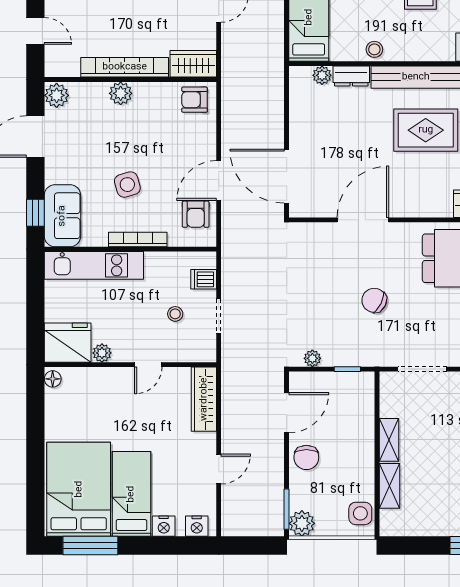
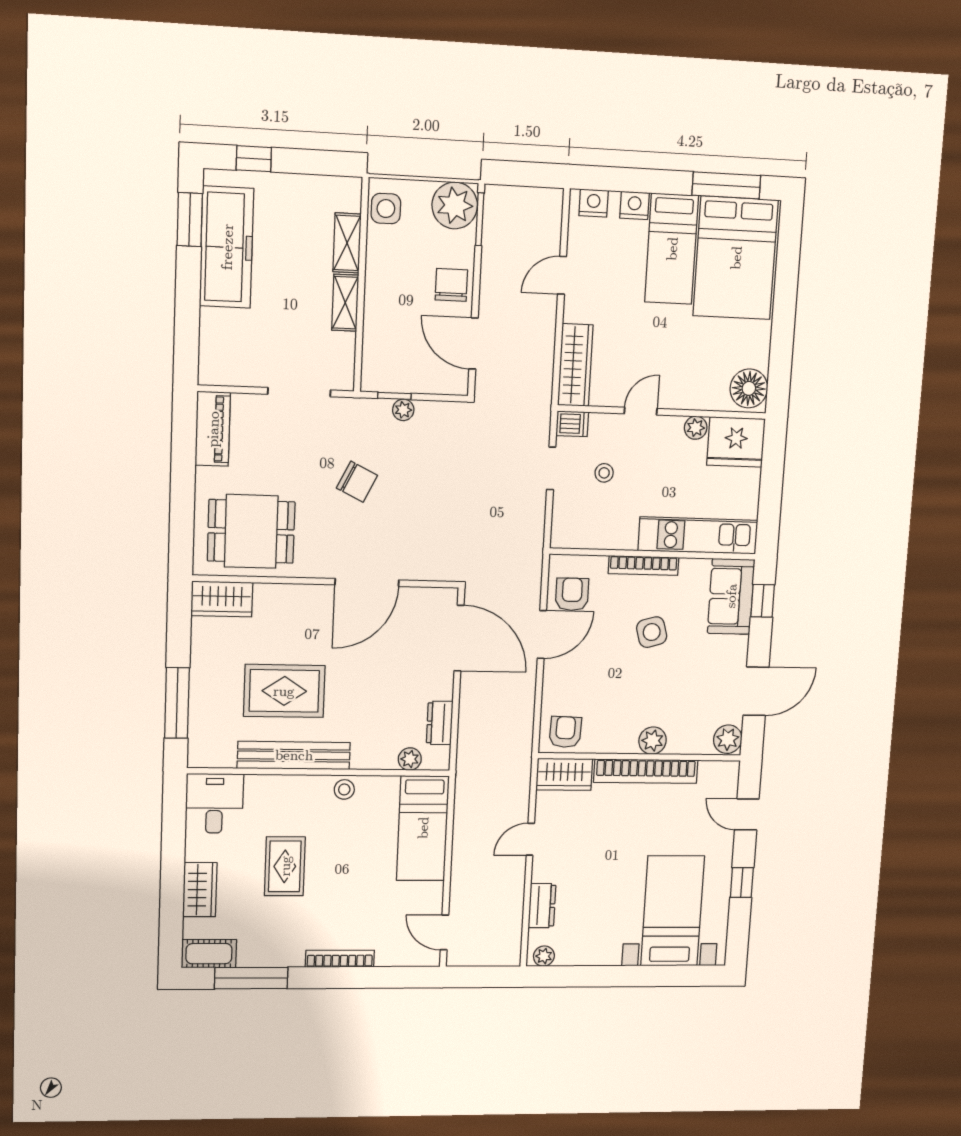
dresser: (351, 76) -> (440, 723), moved, turned -90
armchair: (194, 100) -> (565, 732), turned -88
dishwasher: (204, 279) -> (572, 424), moved
plant: (312, 358) -> (403, 410), moved
floor lamp: (53, 379) -> (749, 388), width x1.89, depth x1.89
door: (287, 413) -> (474, 344), hinge flipped
plant: (302, 523) -> (455, 205), width x1.36, depth x1.36

